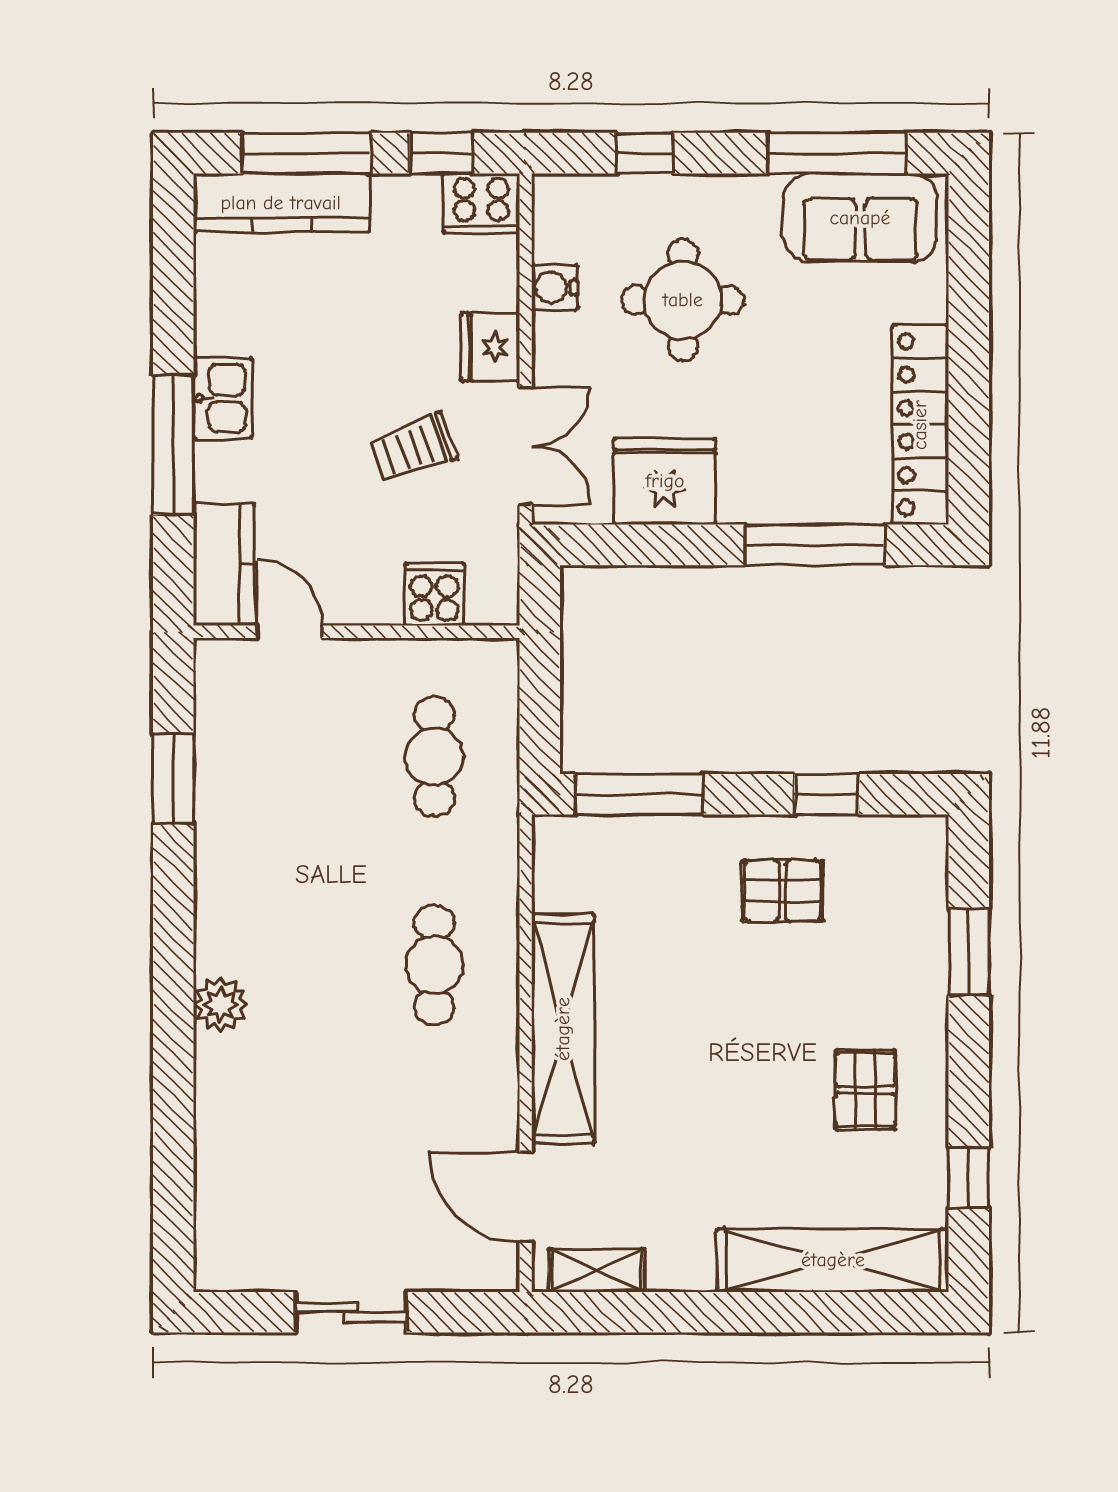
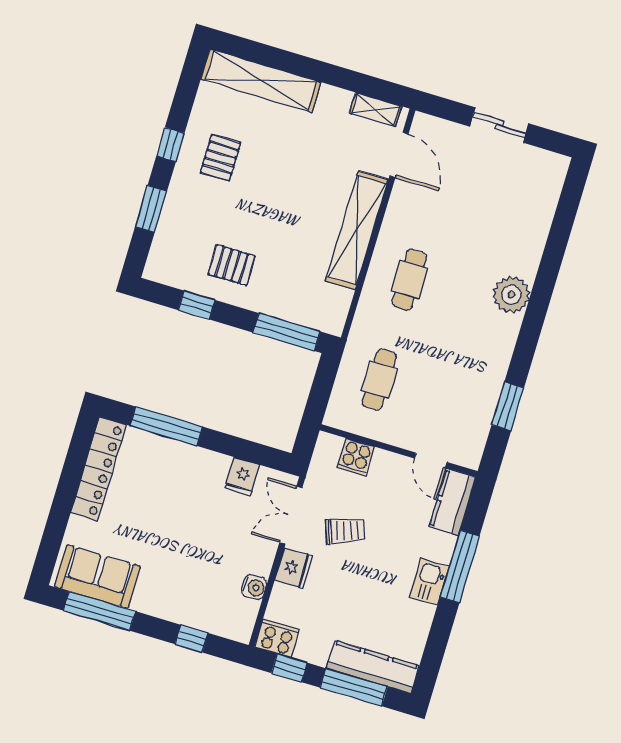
round table: (683, 300) -> (194, 563), removed
fridge: (665, 481) -> (242, 476), width x0.53, depth x0.75
plant: (221, 1005) -> (511, 295), width x1.36, depth x1.36
window: (969, 1178) -> (170, 144), moved

